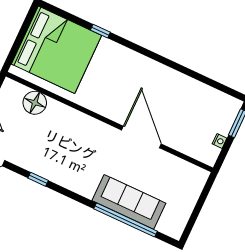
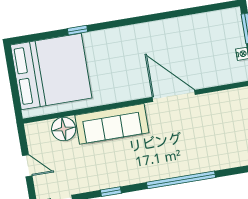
sofa: (129, 202) -> (112, 124), moved, turned 180
window: (126, 220) -> (181, 180), moved

